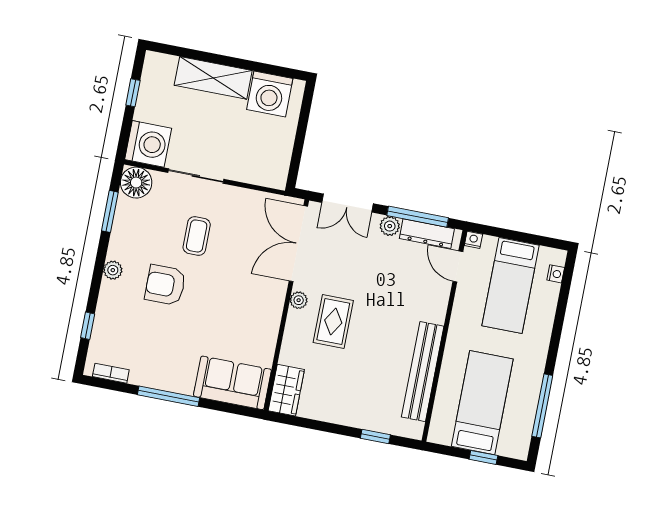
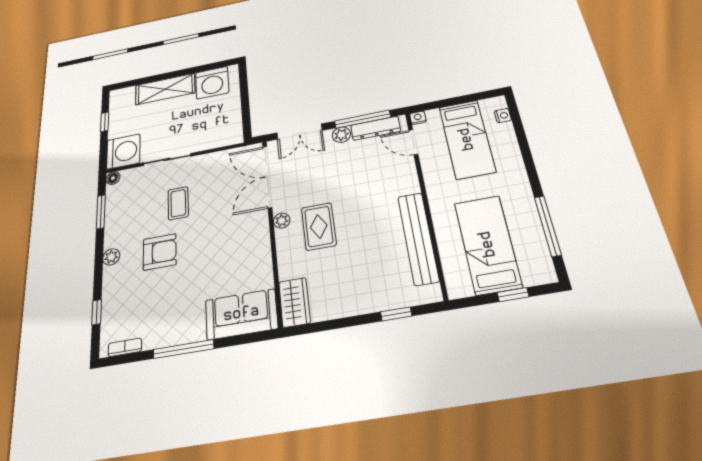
floor lamp: (136, 183) -> (113, 178), width x0.53, depth x0.53
armchair: (165, 285) -> (160, 252), turned 180

